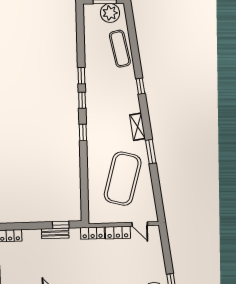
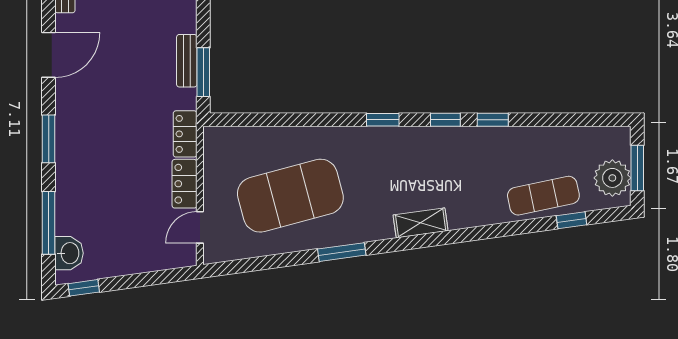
window: (140, 86) -> (572, 220), moved
shelving: (138, 127) -> (421, 223), moved
exercise mat: (123, 179) -> (290, 196), turned -30
window: (61, 225) -> (203, 72), width x1.50

